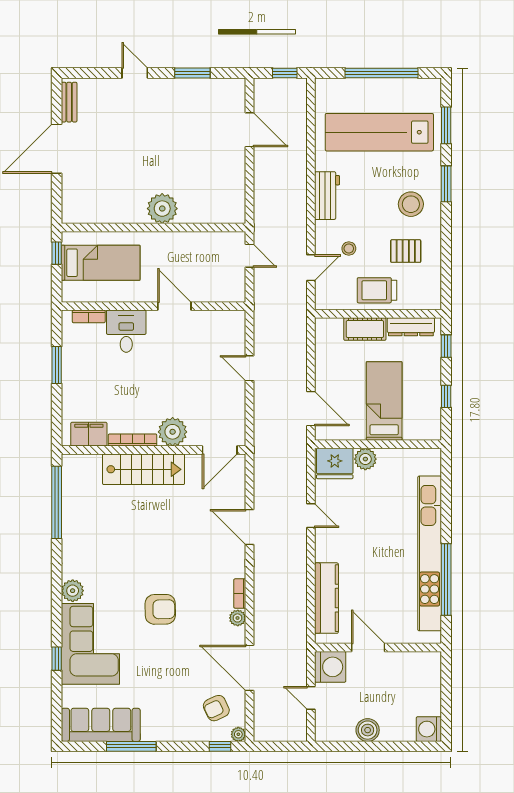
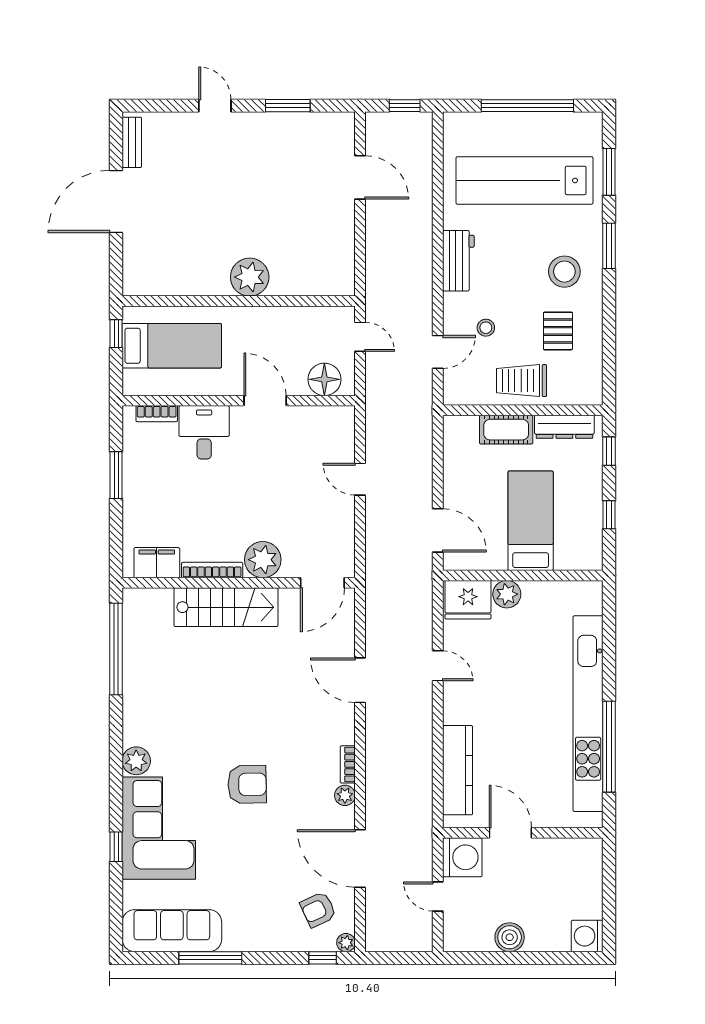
pallet: (406, 251) -> (558, 331), turned 90
floor lamp: (221, 289) -> (324, 379), added

